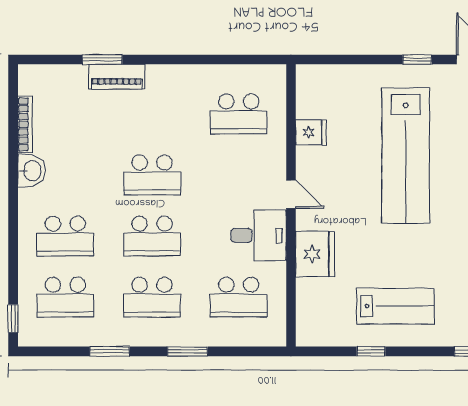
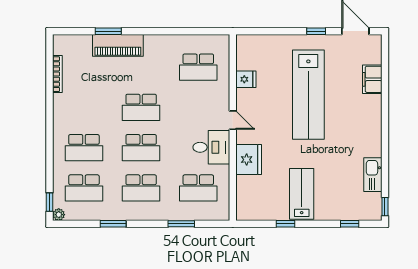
piano: (117, 77) -> (118, 45), width x1.37, depth x1.33
washbasin: (31, 171) -> (62, 105), removed
lab bench: (395, 306) -> (302, 194), turned -90
plant: (27, 338) -> (59, 215), added
window: (187, 351) -> (181, 224), moved

